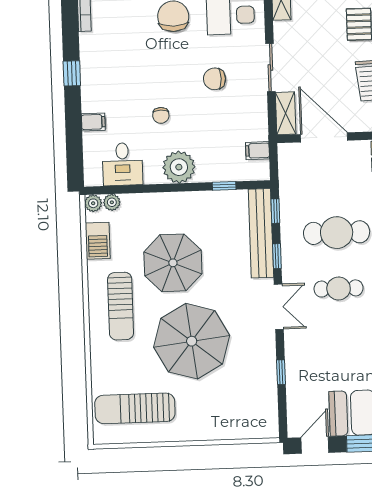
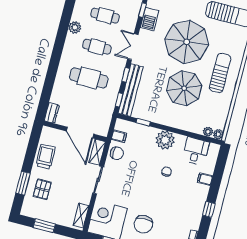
chair: (215, 79) -> (117, 153), moved
barbecue: (98, 241) -> (150, 19), moved, turned 180
cafe table: (340, 344) -> (105, 16), added

